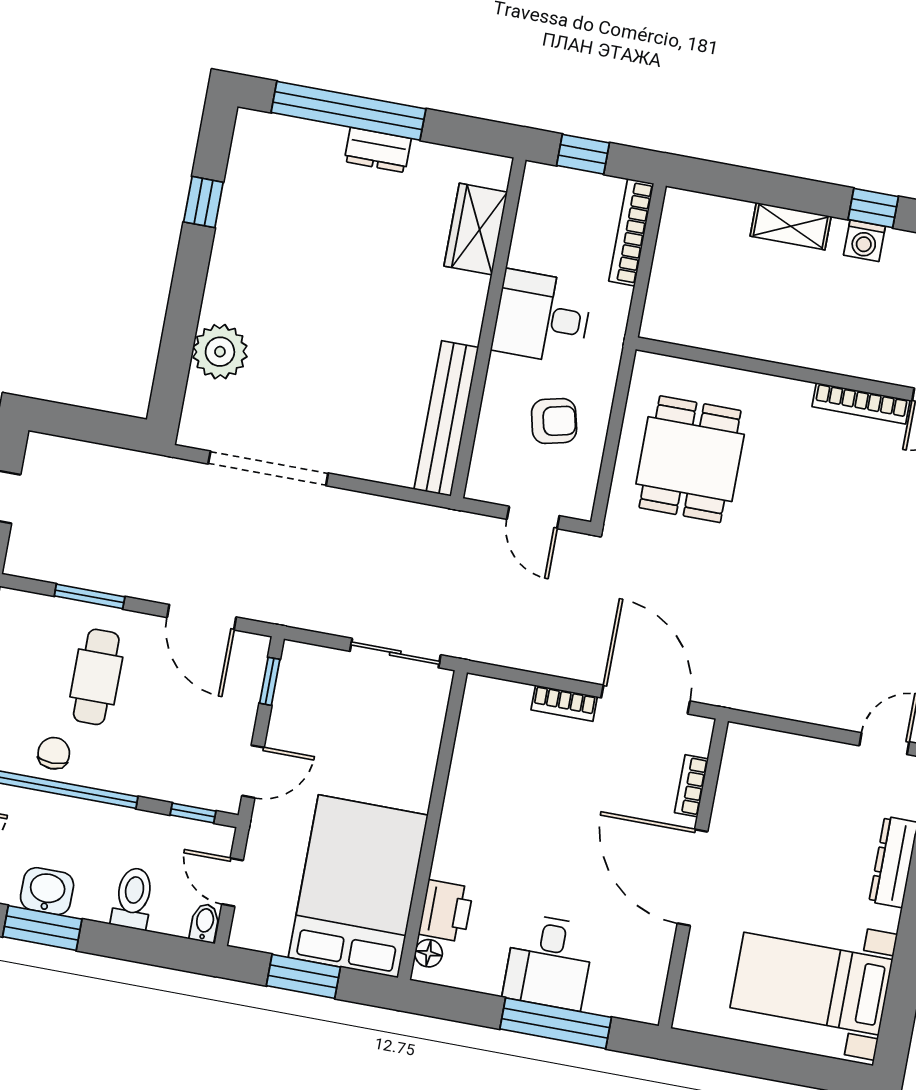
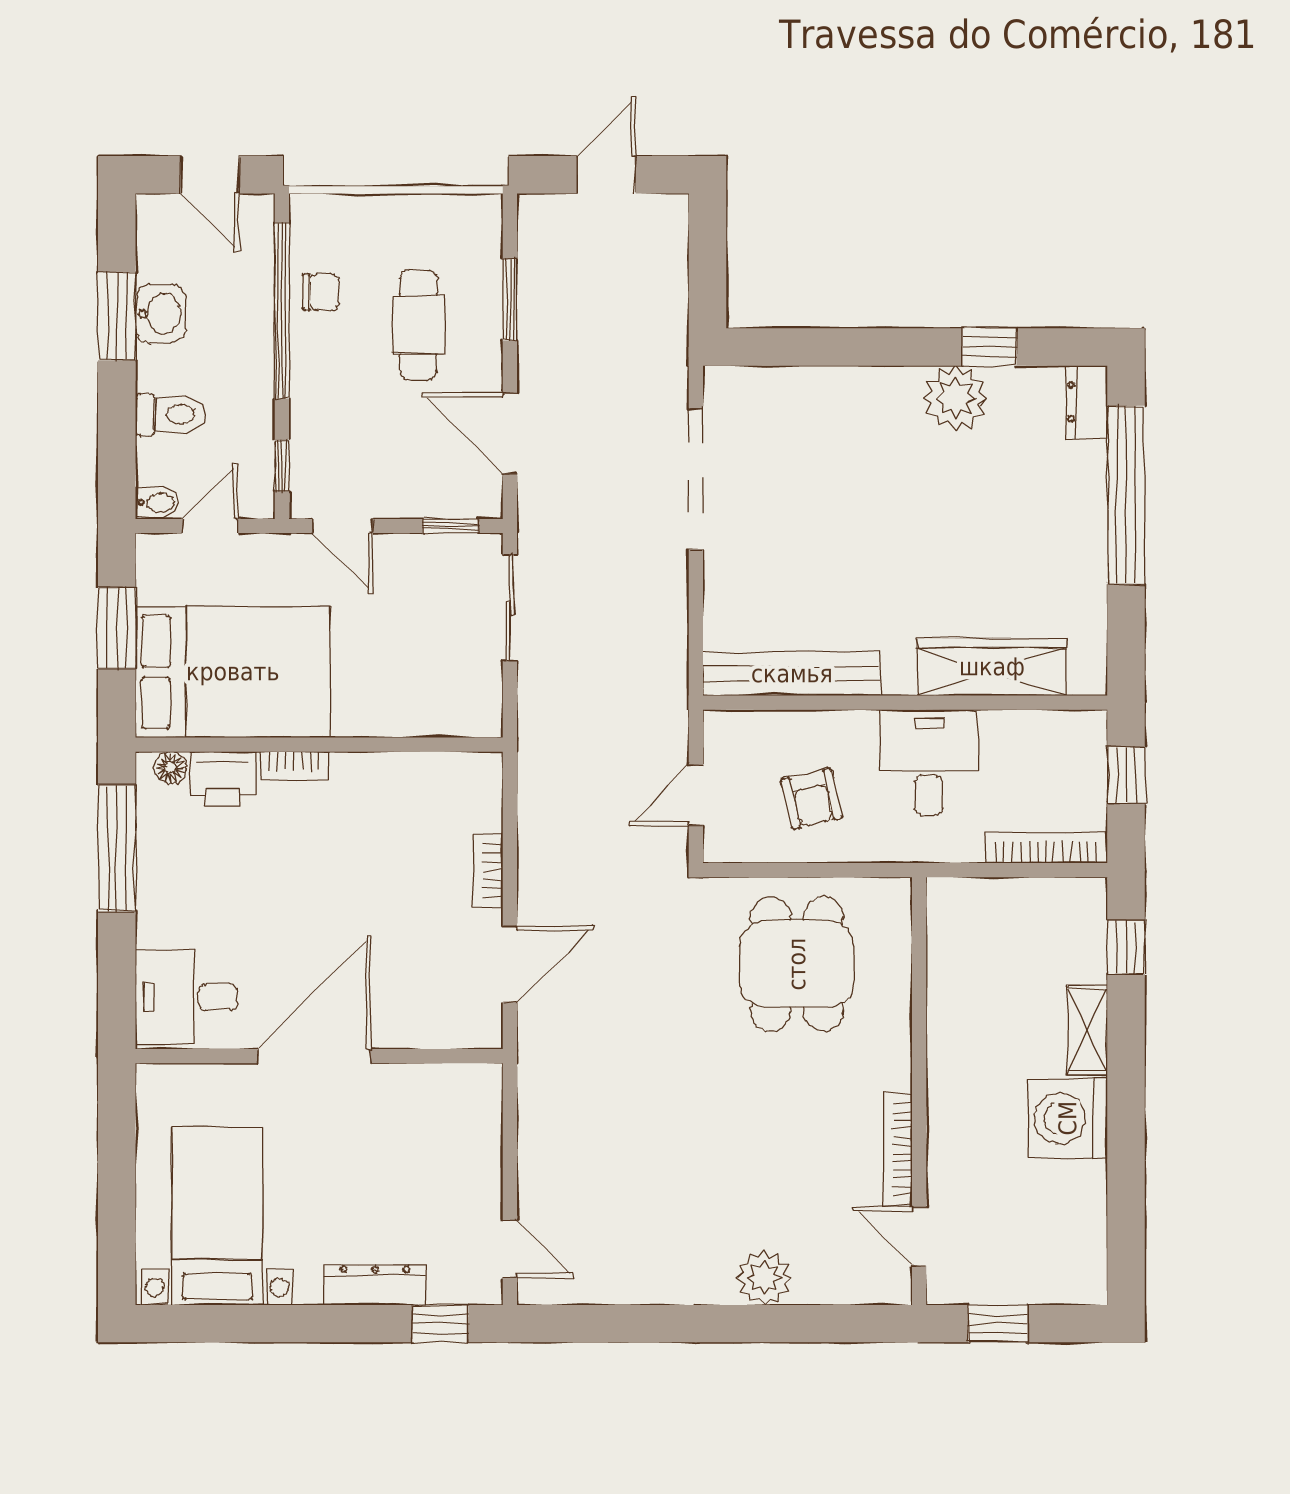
dresser: (378, 150) -> (1087, 402), moved
window: (873, 208) -> (1126, 947), moved
wardrobe: (476, 229) -> (992, 667), width x1.50
washing machine: (864, 241) -> (1068, 1118), width x1.89, depth x1.89
plant: (220, 352) -> (955, 398), moved
dining table: (690, 459) -> (797, 964), turned 90
door: (202, 617) -> (510, 434), hinge flipped
sliding door: (395, 653) -> (510, 608), moved
cafe table: (96, 677) -> (418, 325), turned 90
door: (646, 699) -> (510, 964), width x0.73
bookcase: (691, 786) -> (294, 765), moved, turned 180
desk: (549, 962) -> (186, 997), moved
window: (556, 1023) -> (117, 848), moved

